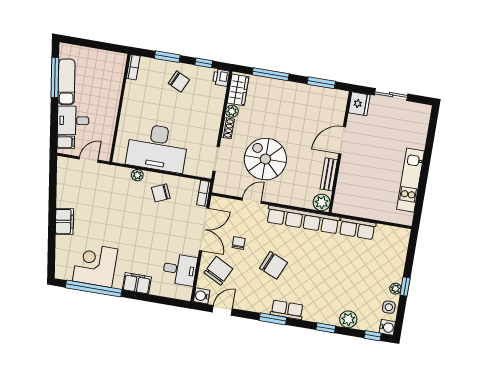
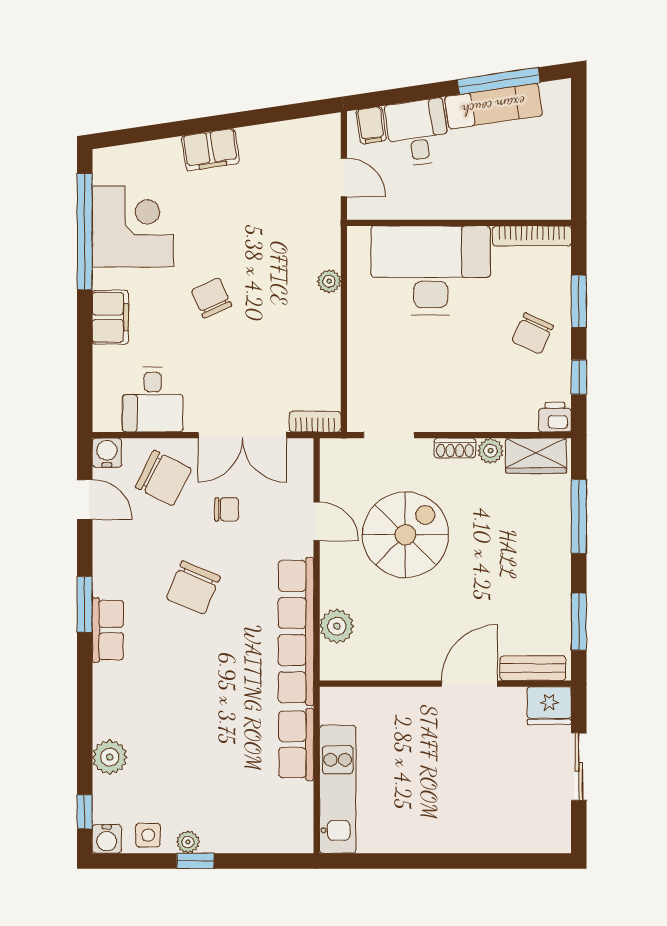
bookcase: (133, 67) -> (532, 236), width x1.56
door: (342, 140) -> (470, 684), hinge flipped
desk: (157, 148) -> (431, 270), moved, turned 90
bench: (329, 174) -> (533, 668), moved
kitchen unit: (410, 180) -> (338, 789), moved, turned 90
chair: (161, 193) -> (212, 298), moved
plant: (322, 202) -> (337, 626), moved
window: (326, 328) -> (85, 715), removed

